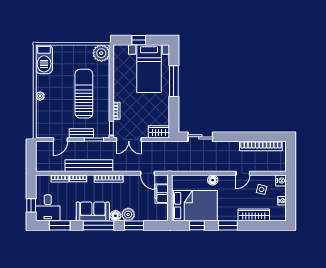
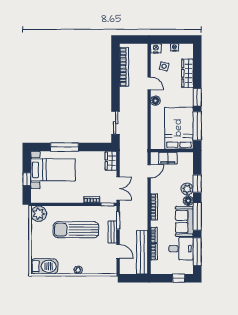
bench: (89, 166) -> (142, 252), moved
floor lamp: (213, 180) -> (155, 101), moved
desk: (48, 208) -> (181, 249), moved
window: (60, 225) -> (197, 252), width x1.44
window: (197, 225) -> (197, 126), width x2.17

